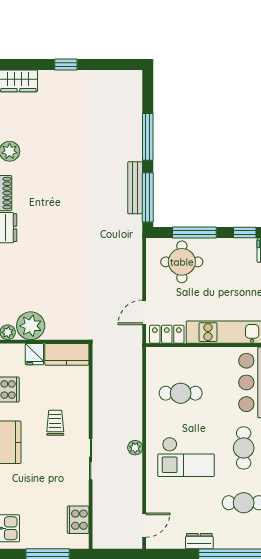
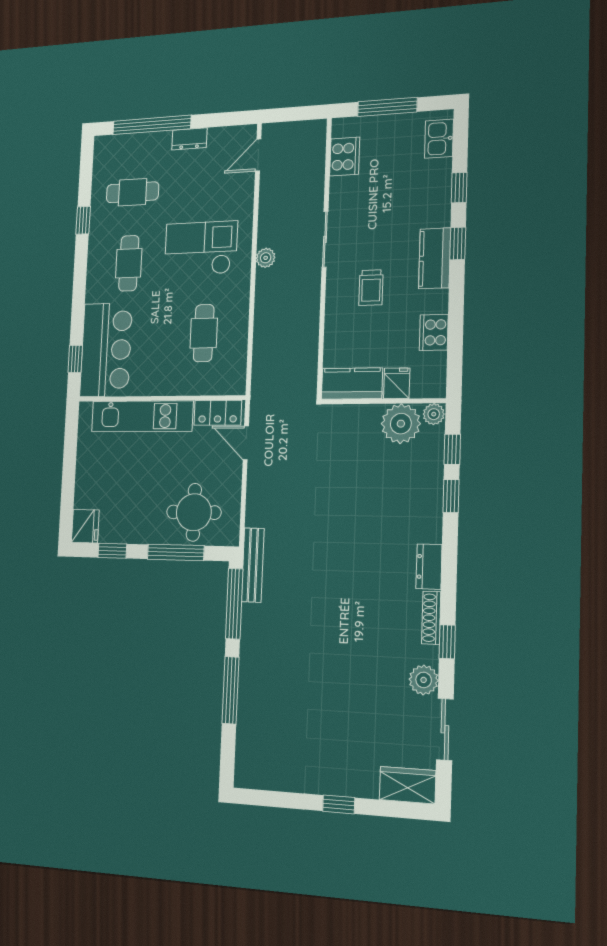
bench: (135, 188) -> (253, 565), moved
door: (144, 312) -> (246, 443), swing flipped
cafe table: (181, 393) -> (204, 333), turned 90

